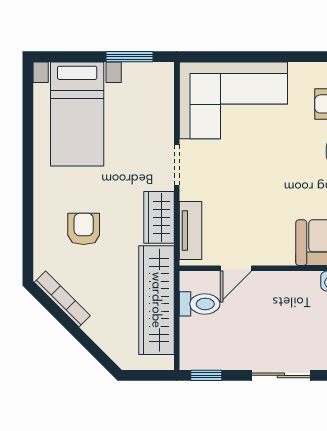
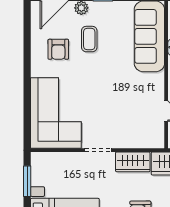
tv unit: (190, 231) -> (141, 141), removed

